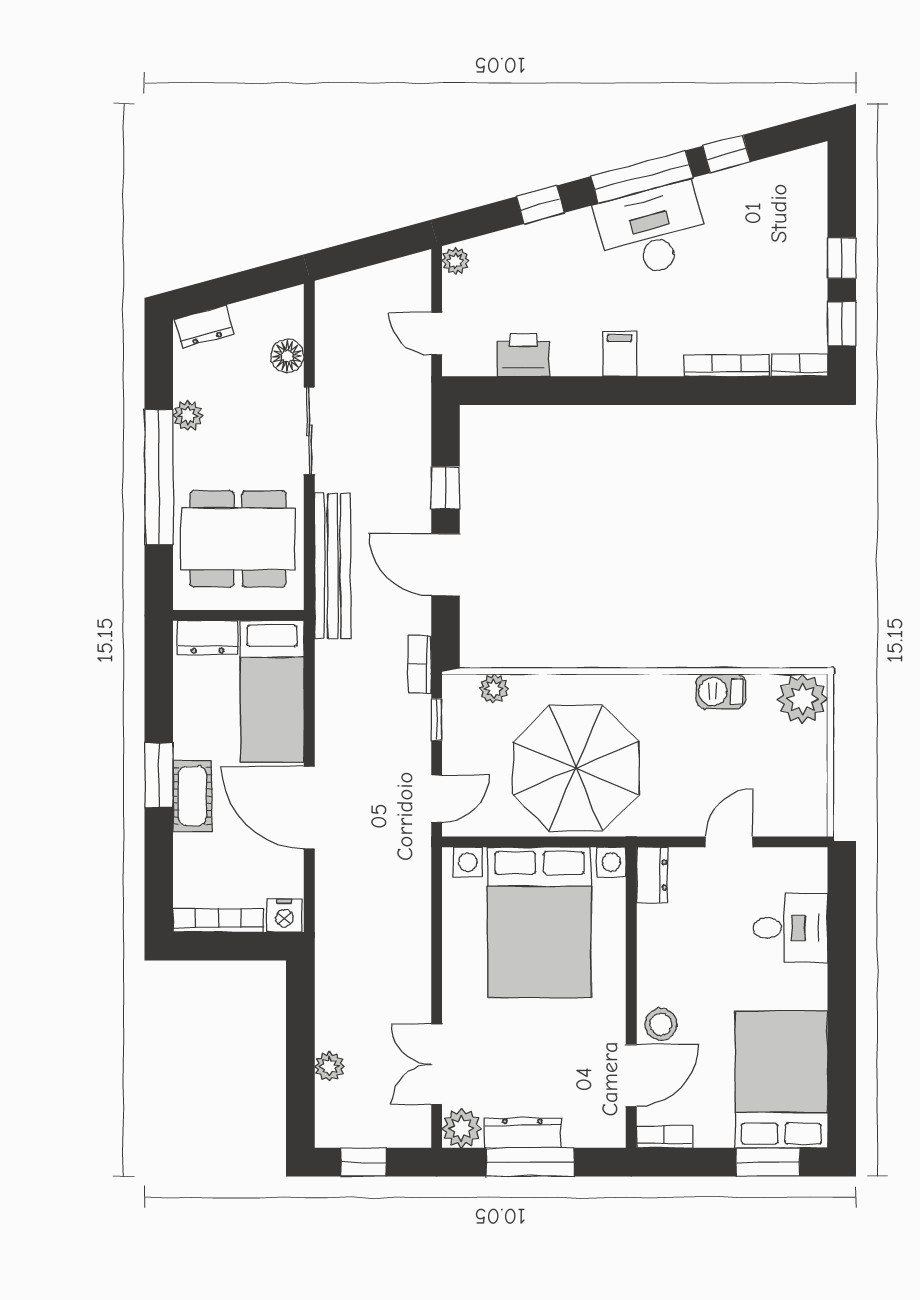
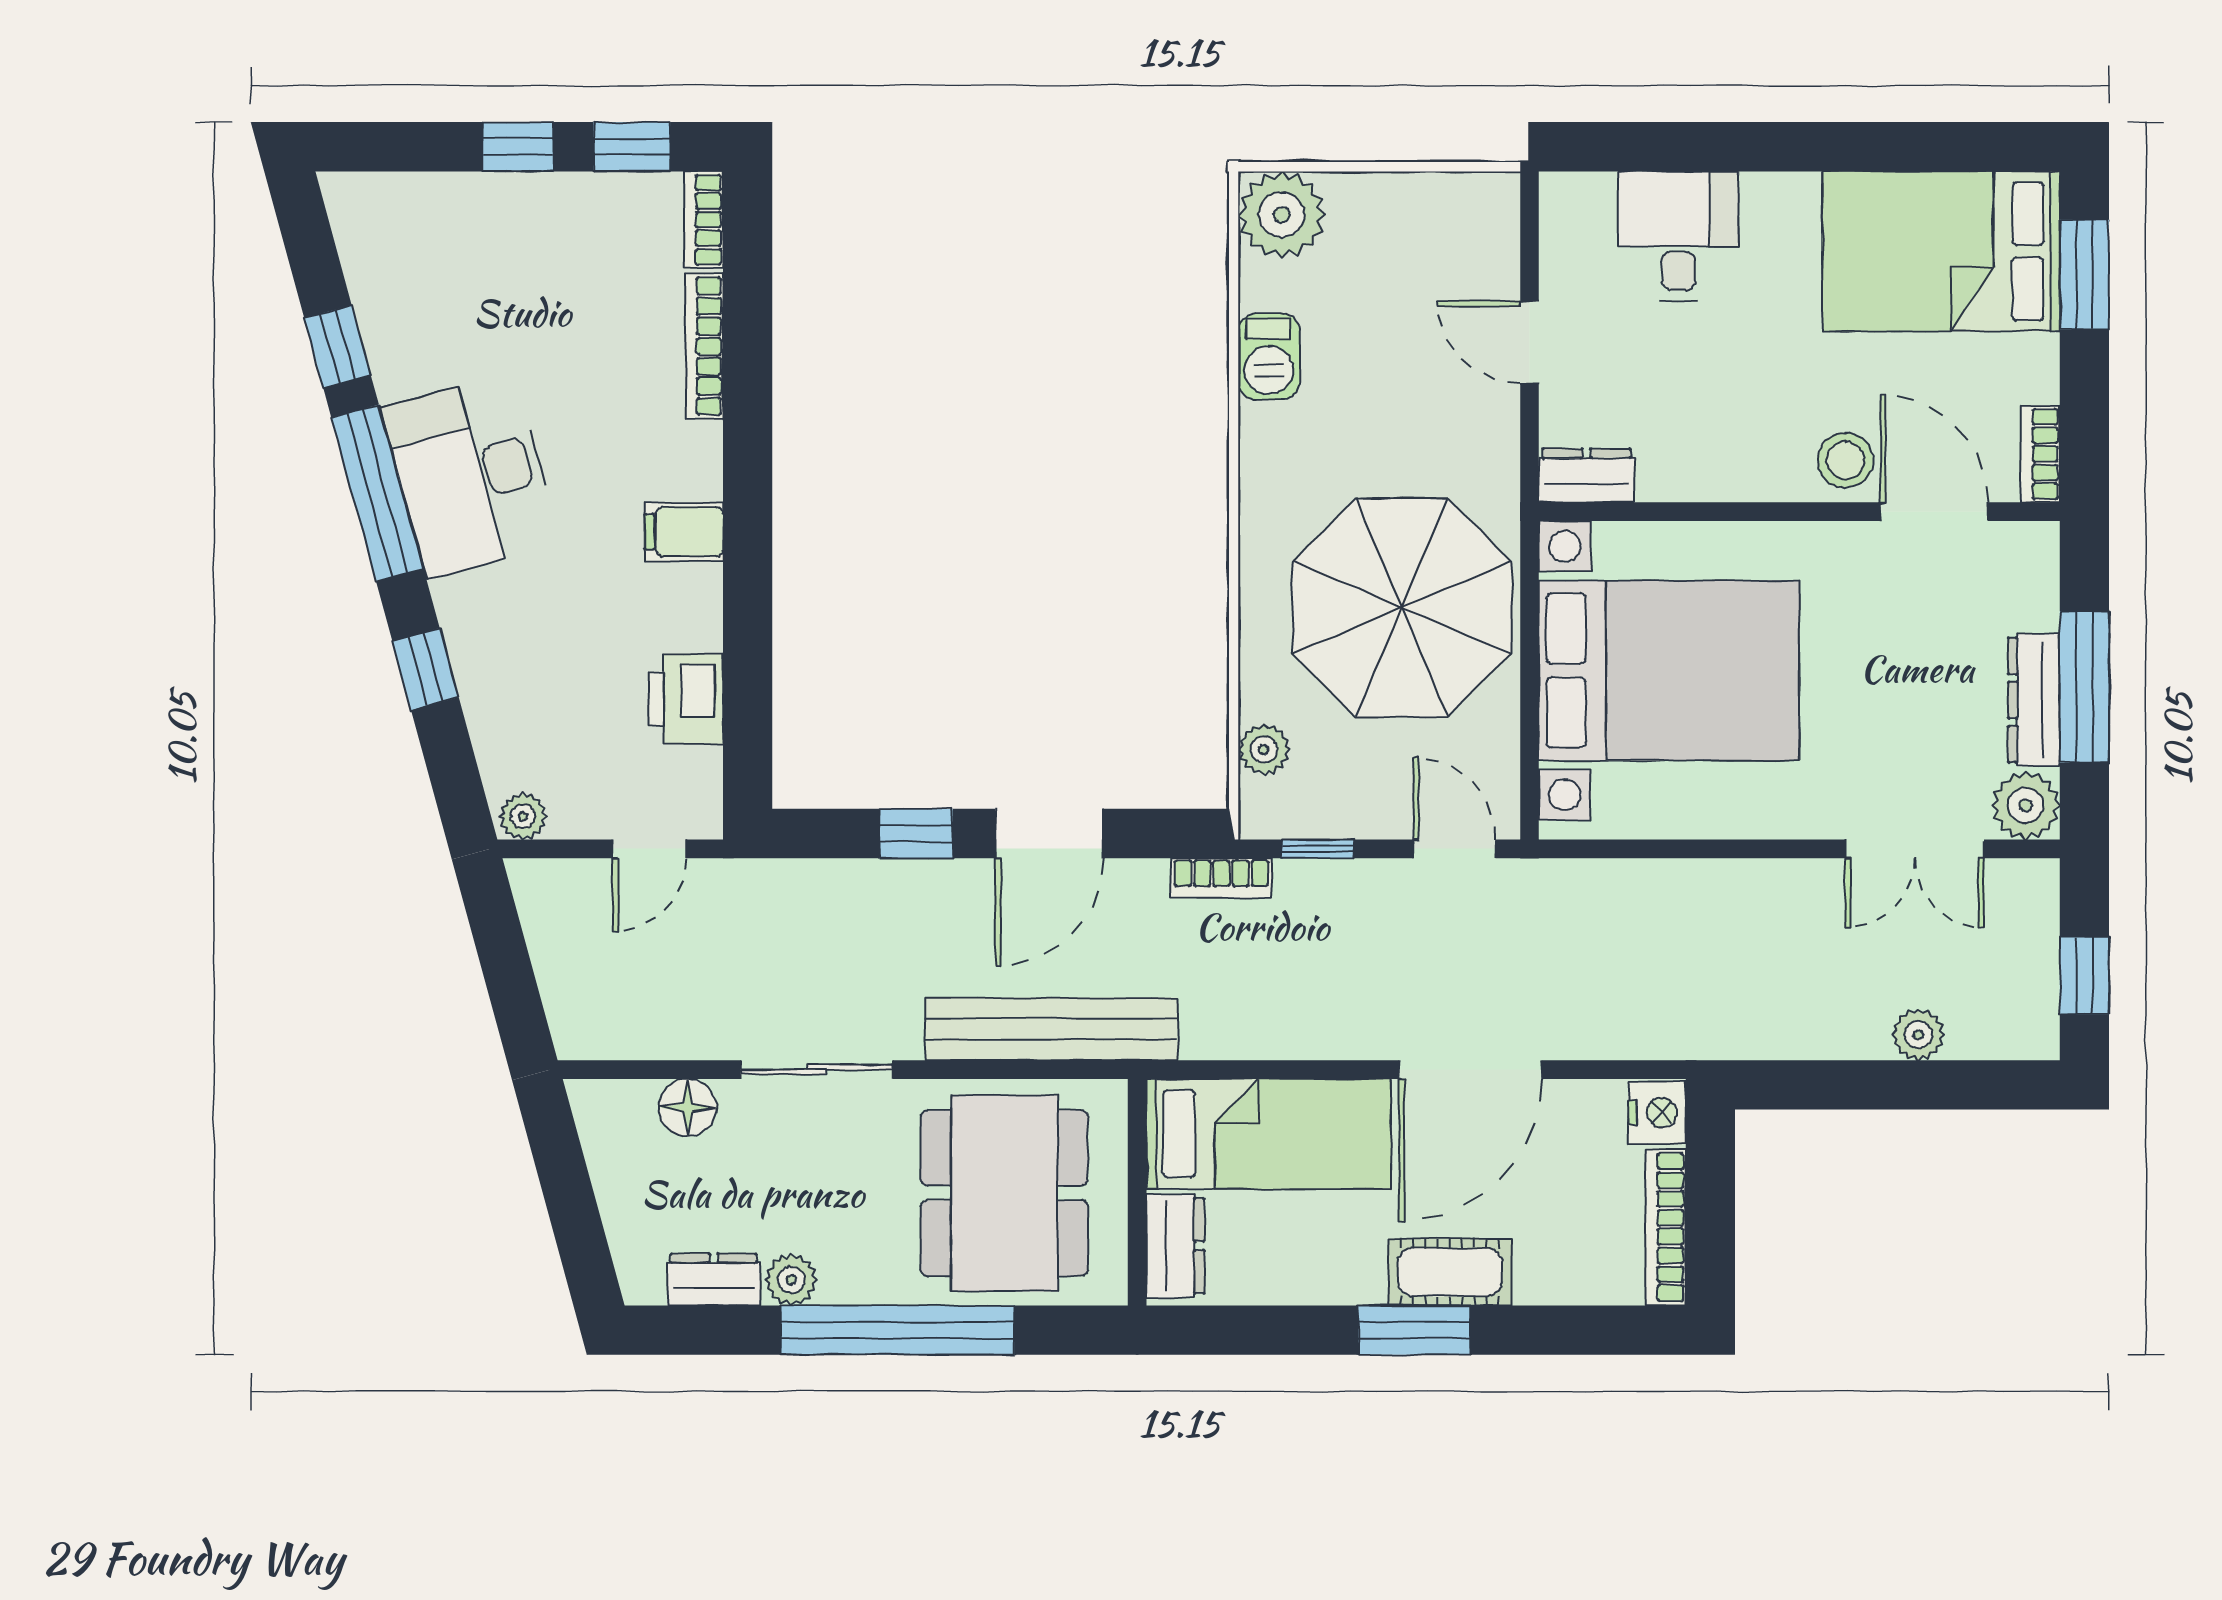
dresser: (204, 327) -> (714, 1279), moved, turned -75

